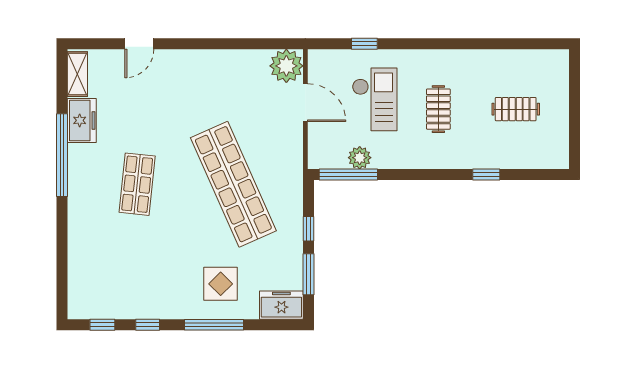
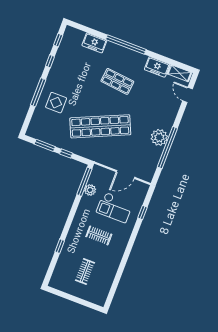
door: (139, 44) -> (187, 95), moved
window: (225, 44) -> (167, 148), added
plant: (286, 66) -> (159, 137), moved
window: (62, 155) -> (126, 44), moved
freezer: (281, 305) -> (94, 43), moved, turned 90

